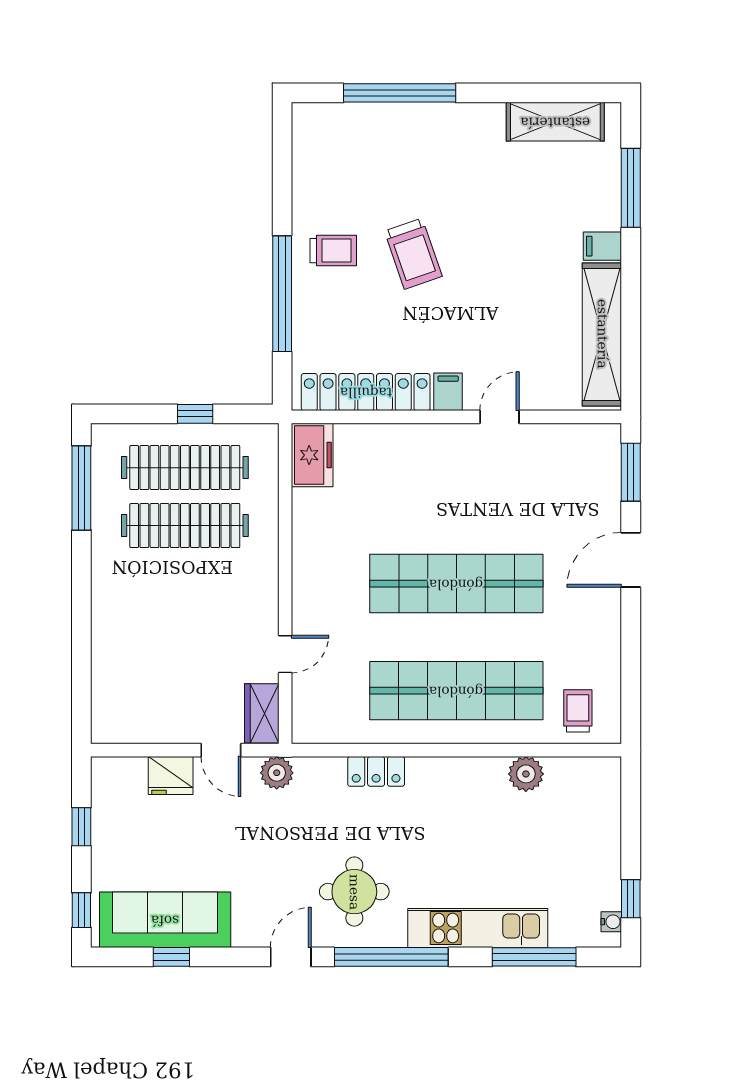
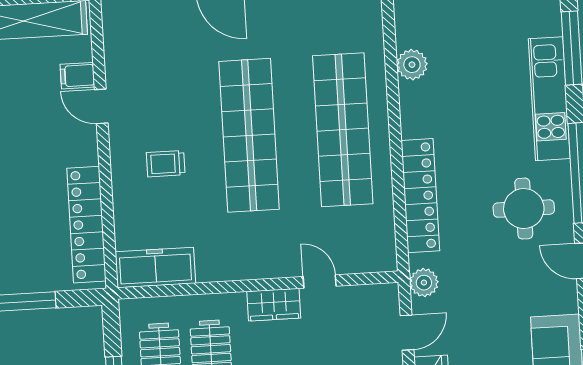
filing cabinet: (448, 392) -> (77, 76), moved
freezer: (312, 455) -> (155, 267), width x1.40
trolley: (578, 711) -> (166, 164), moved
wardrobe: (262, 713) -> (274, 305), moved
locker: (376, 771) -> (420, 196), width x2.16, depth x1.21

